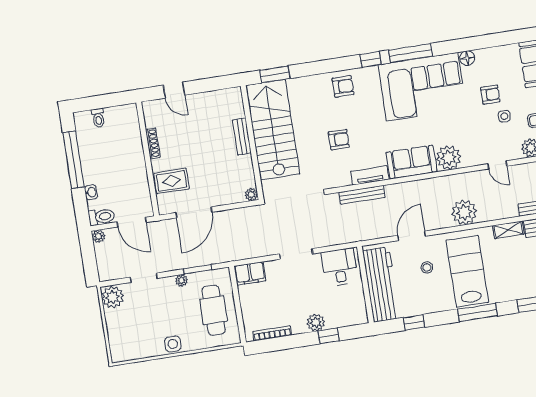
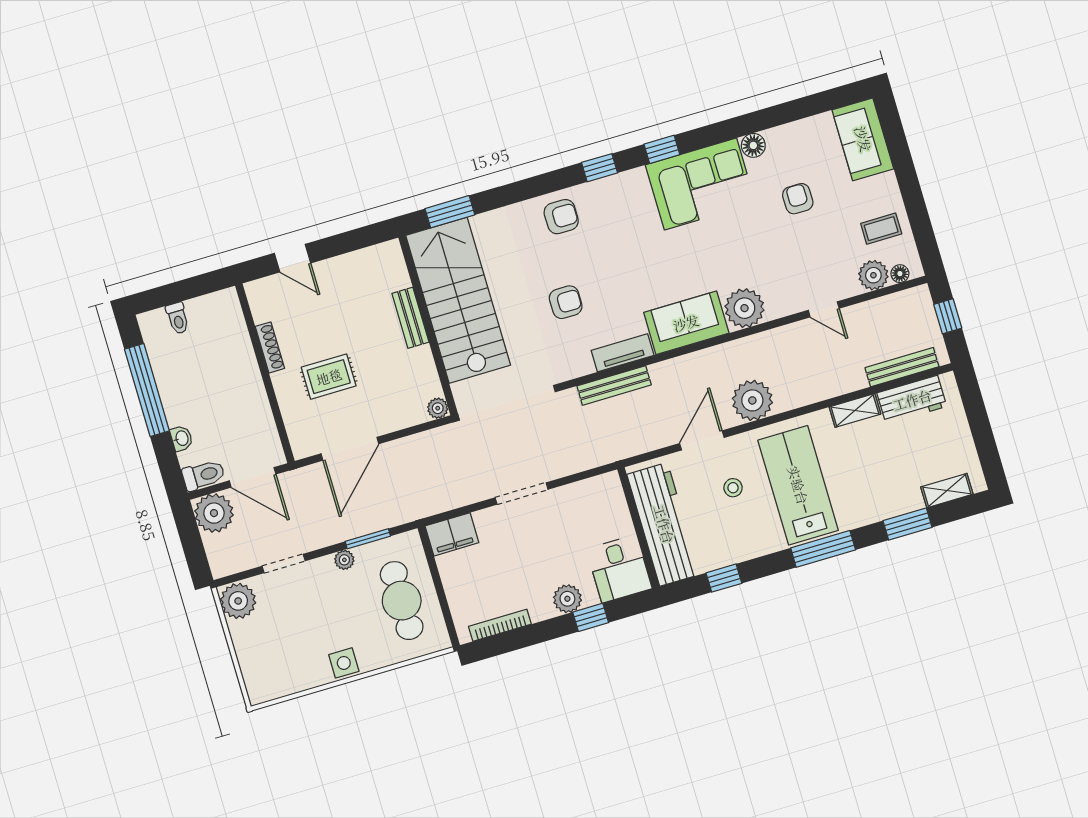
window: (411, 53) -> (662, 149), width x0.46
corner sofa: (422, 87) -> (700, 184), width x0.73, depth x0.74
armchair: (490, 95) -> (798, 199), turned -90
side table: (504, 116) -> (825, 230), removed
rug: (172, 181) -> (329, 377), moved
plant: (464, 212) -> (752, 400), moved
plant: (98, 236) -> (214, 513), width x1.88, depth x1.88
desk: (340, 267) -> (619, 569), moved, turned 180

